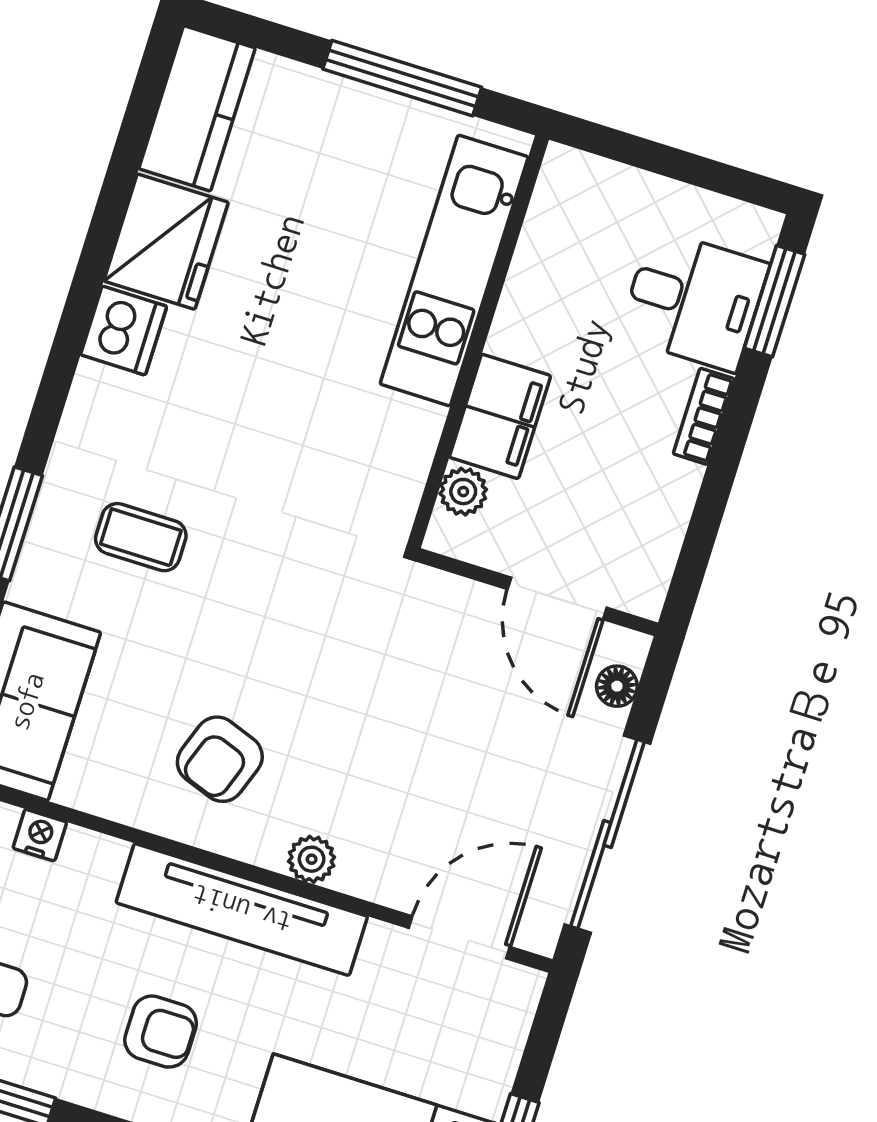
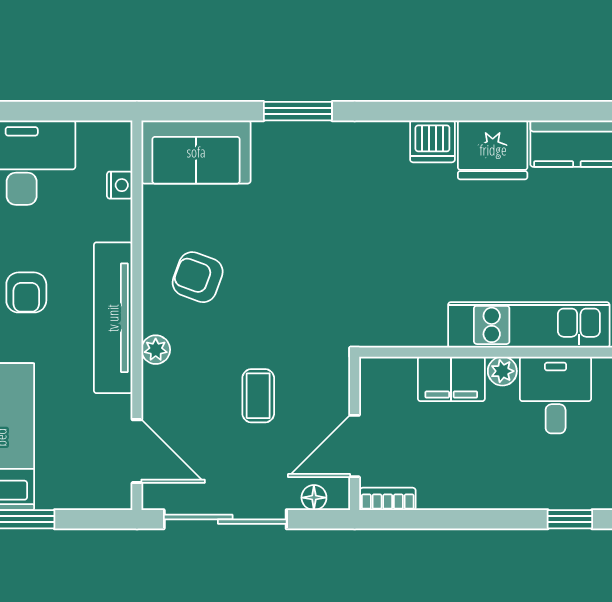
desk: (694, 300) -> (556, 395), moved, turned 180
window: (774, 301) -> (570, 519), width x0.67
bookcase: (704, 416) -> (388, 499), moved
plant: (463, 492) -> (502, 371), moved
coffee table: (141, 537) -> (258, 396), moved

